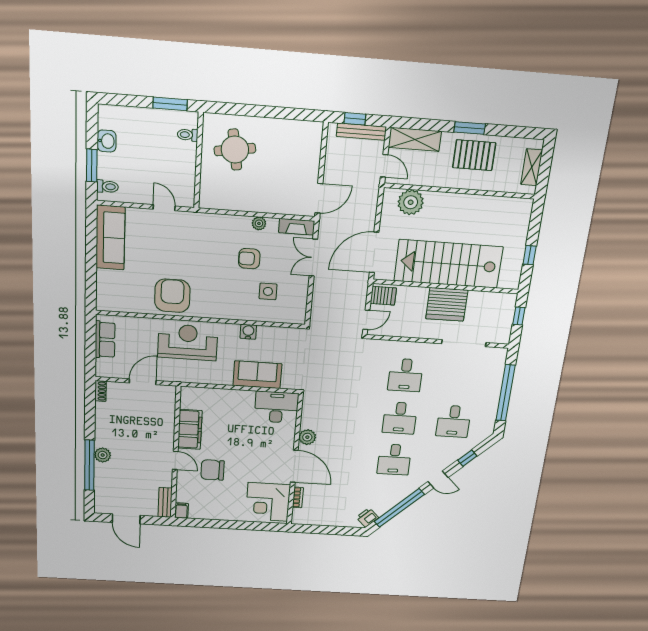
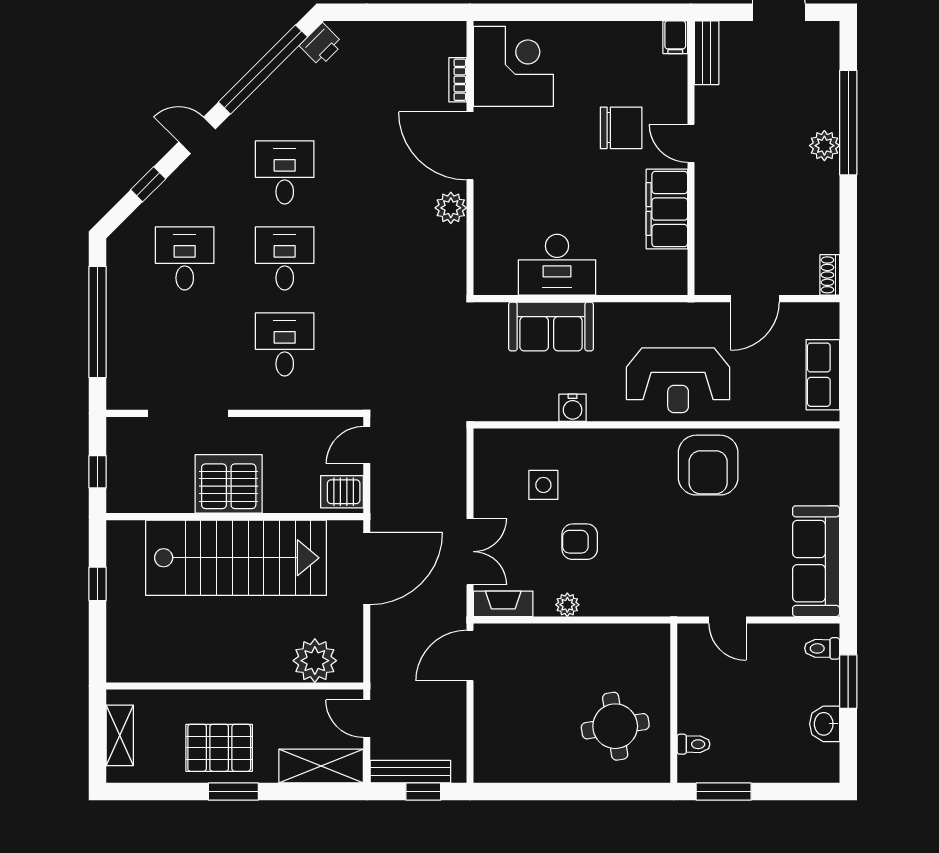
armchair: (249, 259) -> (580, 542), turned 180
desk: (276, 407) -> (557, 265), moved

